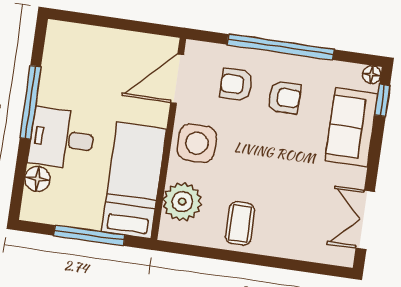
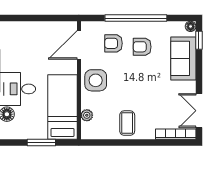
armchair: (284, 97) -> (142, 47), turned 180
plant: (182, 202) -> (87, 115), width x0.53, depth x0.53
window: (89, 235) -> (41, 142), width x0.69
bookcase: (320, 254) -> (176, 134), added

